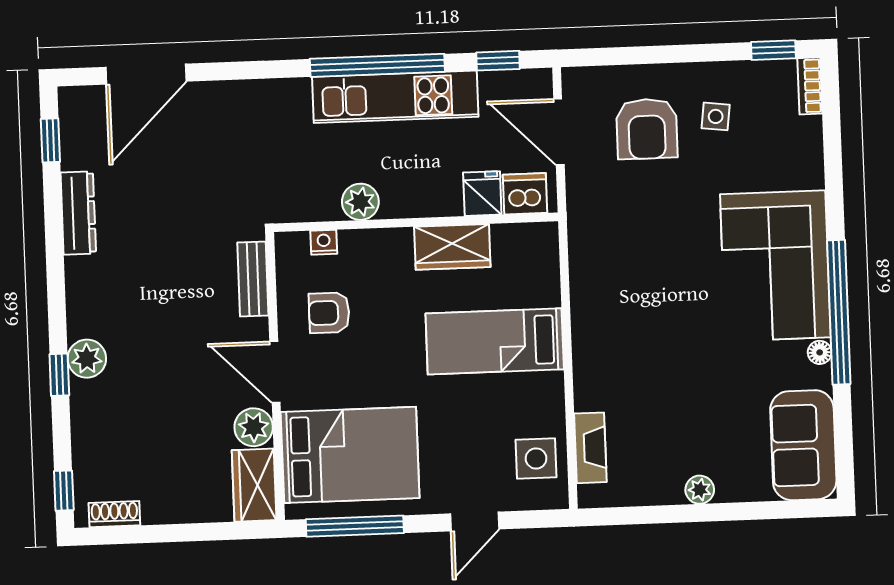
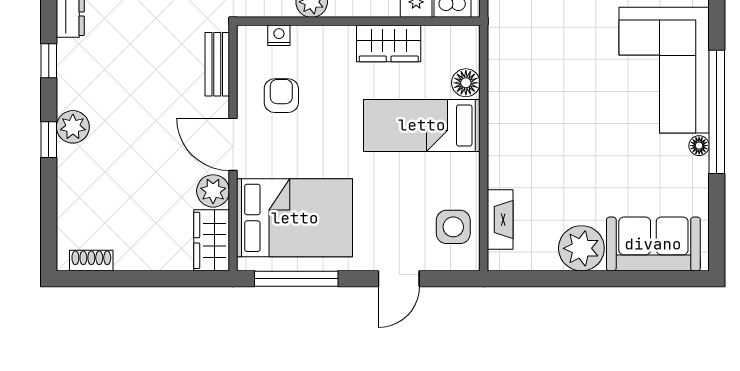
floor lamp: (544, 289) -> (466, 83), added
armchair: (329, 313) -> (281, 96), turned 90
sofa: (803, 445) -> (653, 244), moved, turned 90
plant: (700, 490) -> (581, 248), width x1.88, depth x1.88
window: (64, 491) -> (49, 61), moved

